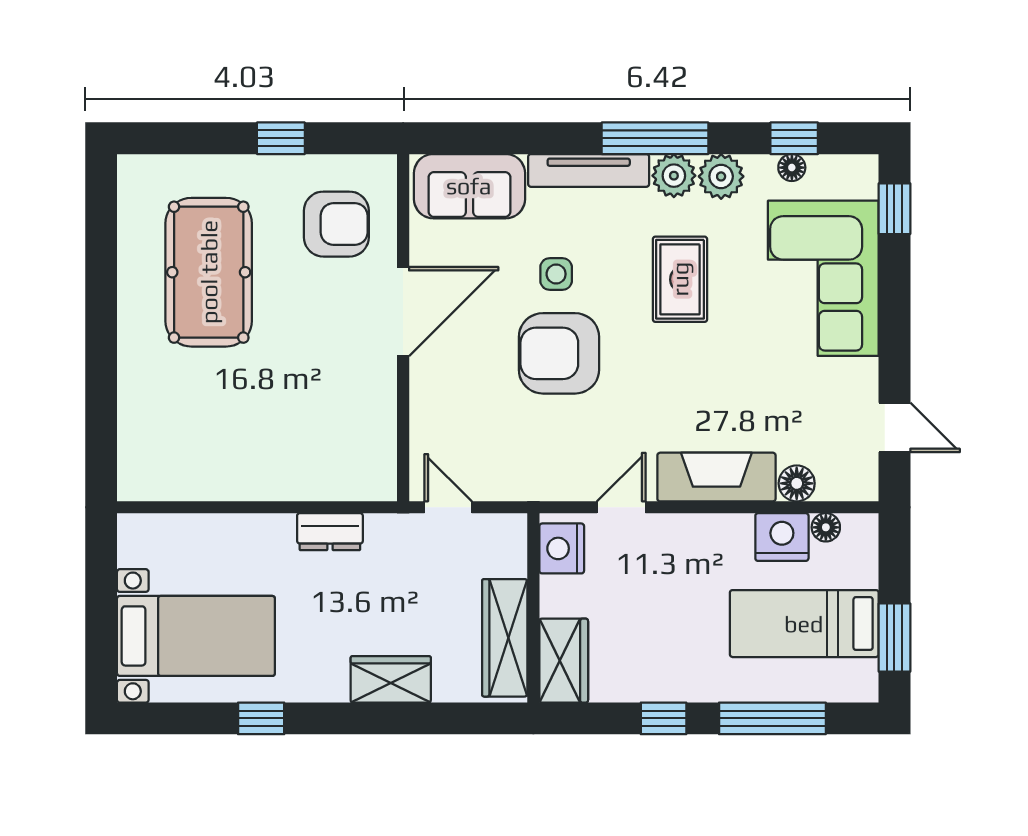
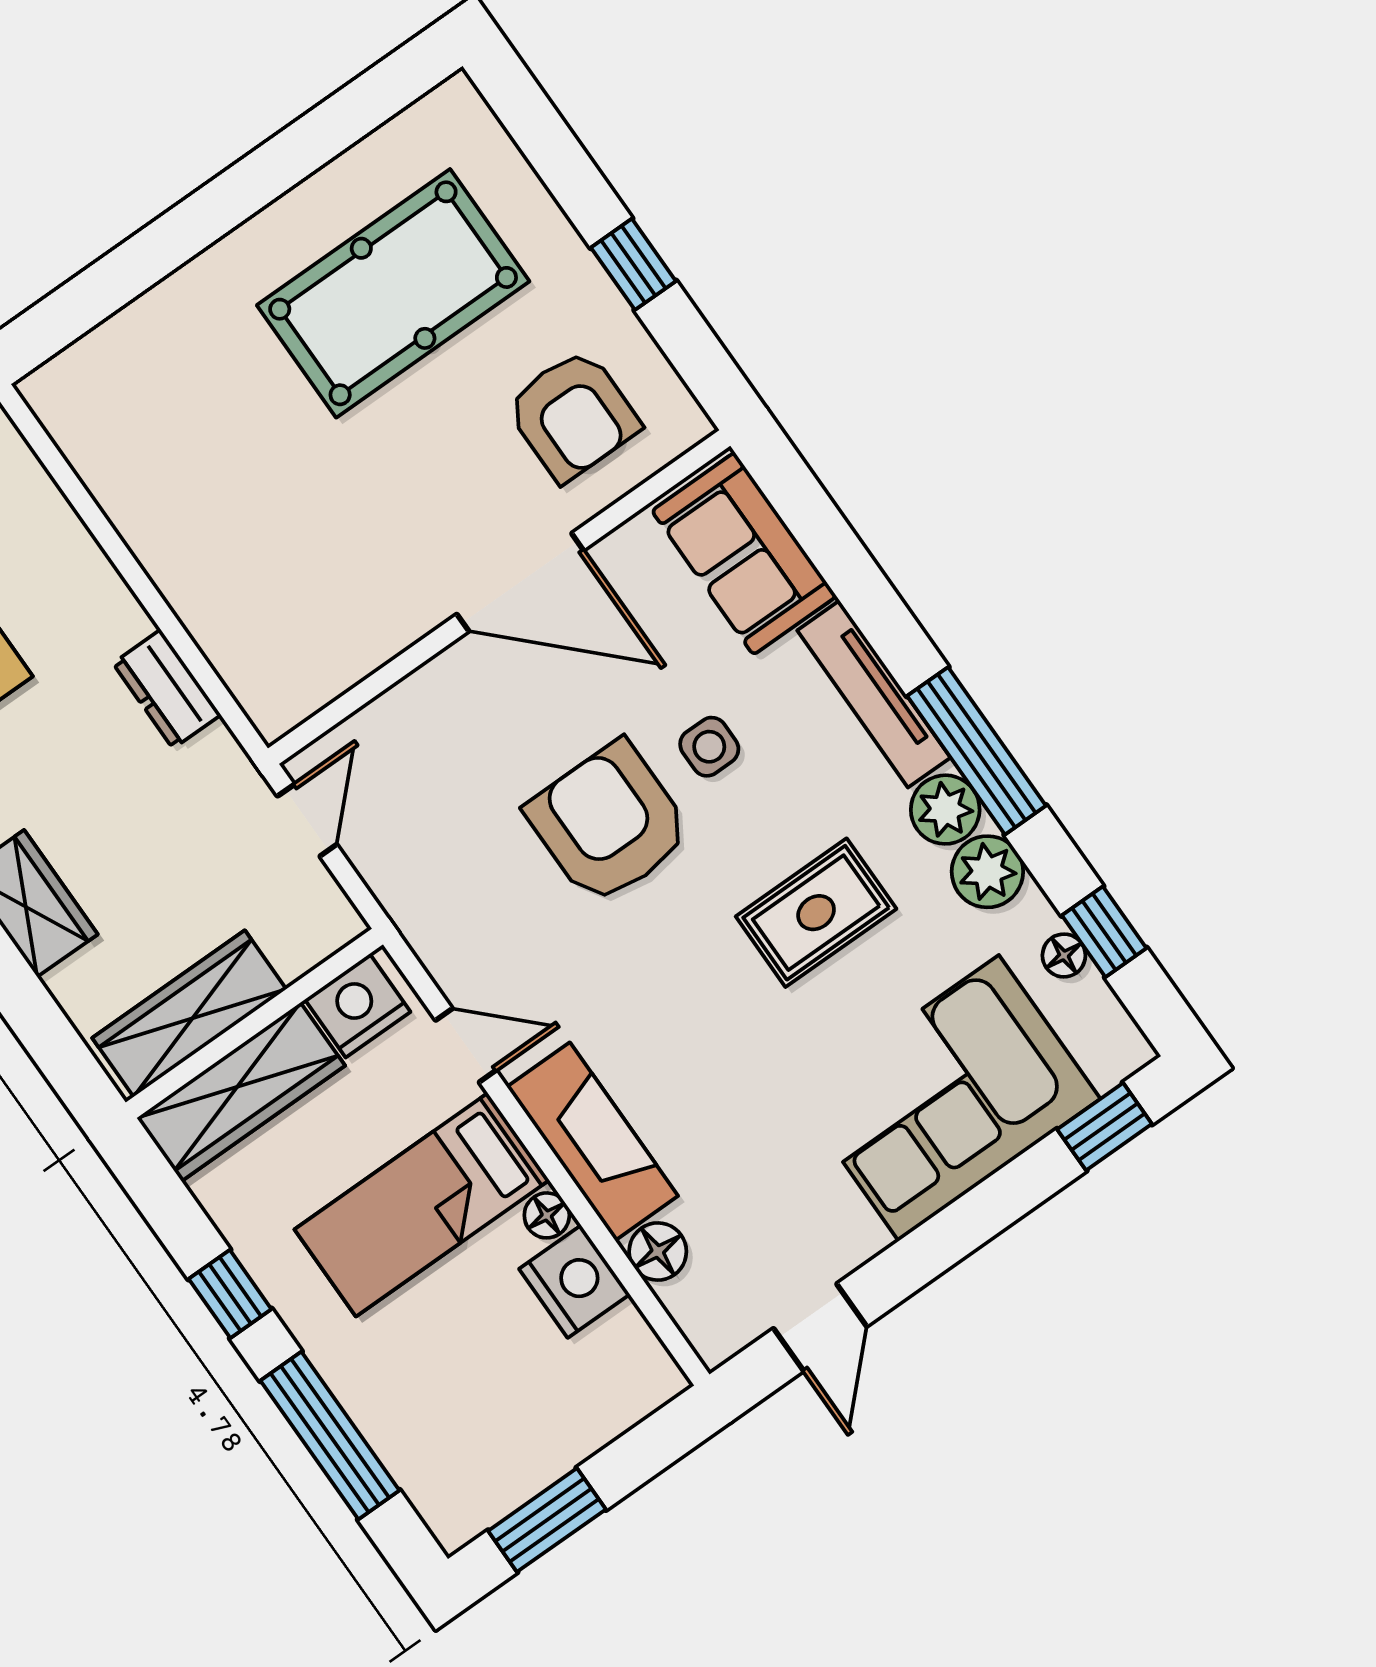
floor lamp: (826, 527) -> (547, 1215), moved
bed: (804, 624) -> (422, 1205), moved, turned -90
wardrobe: (564, 661) -> (241, 1092), width x1.50

